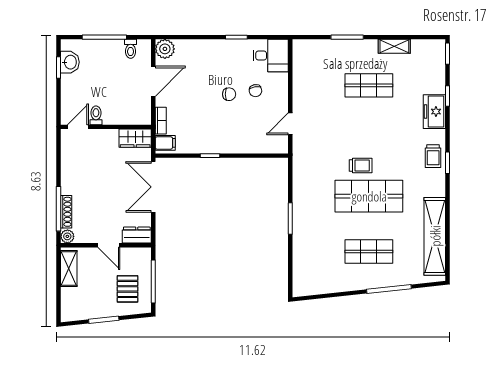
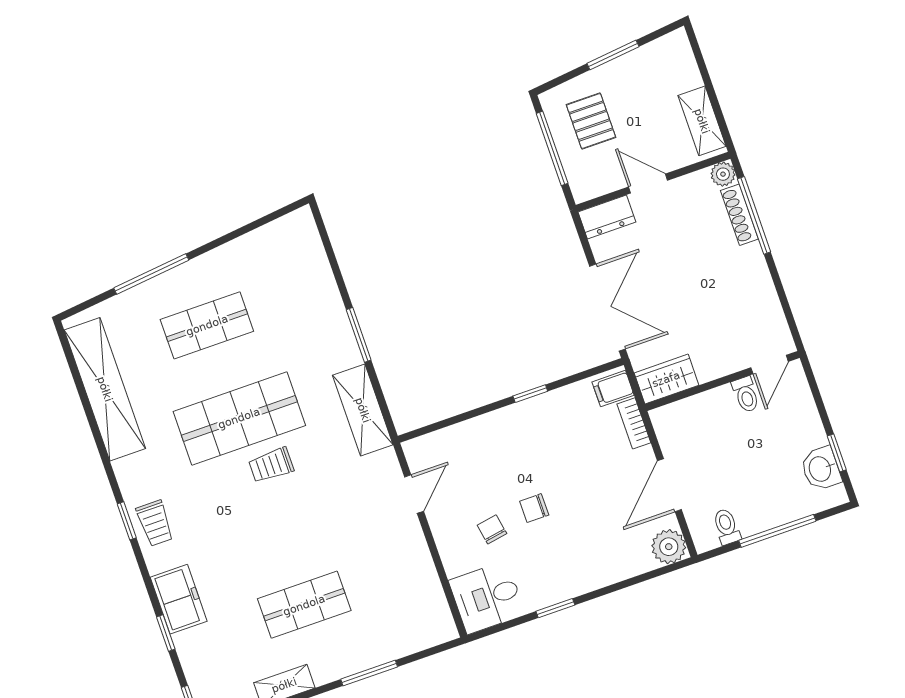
trolley: (433, 156) -> (155, 523), turned 180
shelving: (302, 178) -> (363, 410), added

